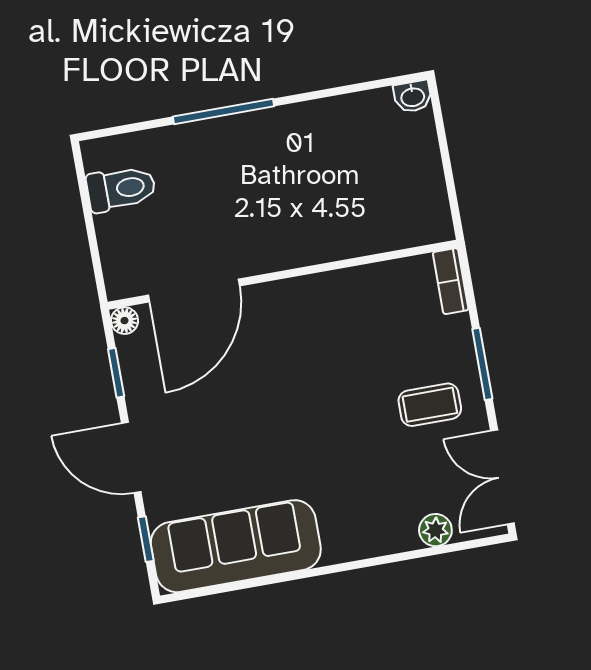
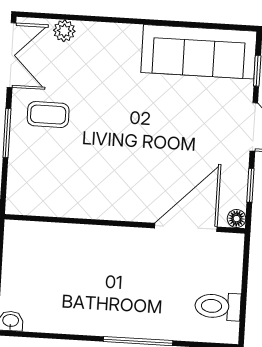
bookcase: (451, 281) -> (15, 193), removed

